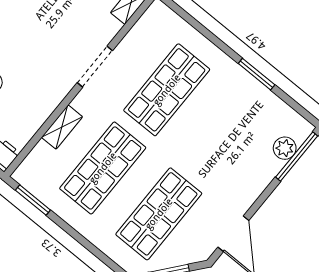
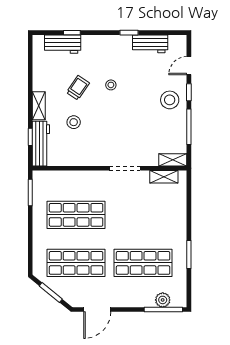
shop shelf: (167, 90) -> (143, 263), moved
shelving: (62, 127) -> (164, 177), moved

